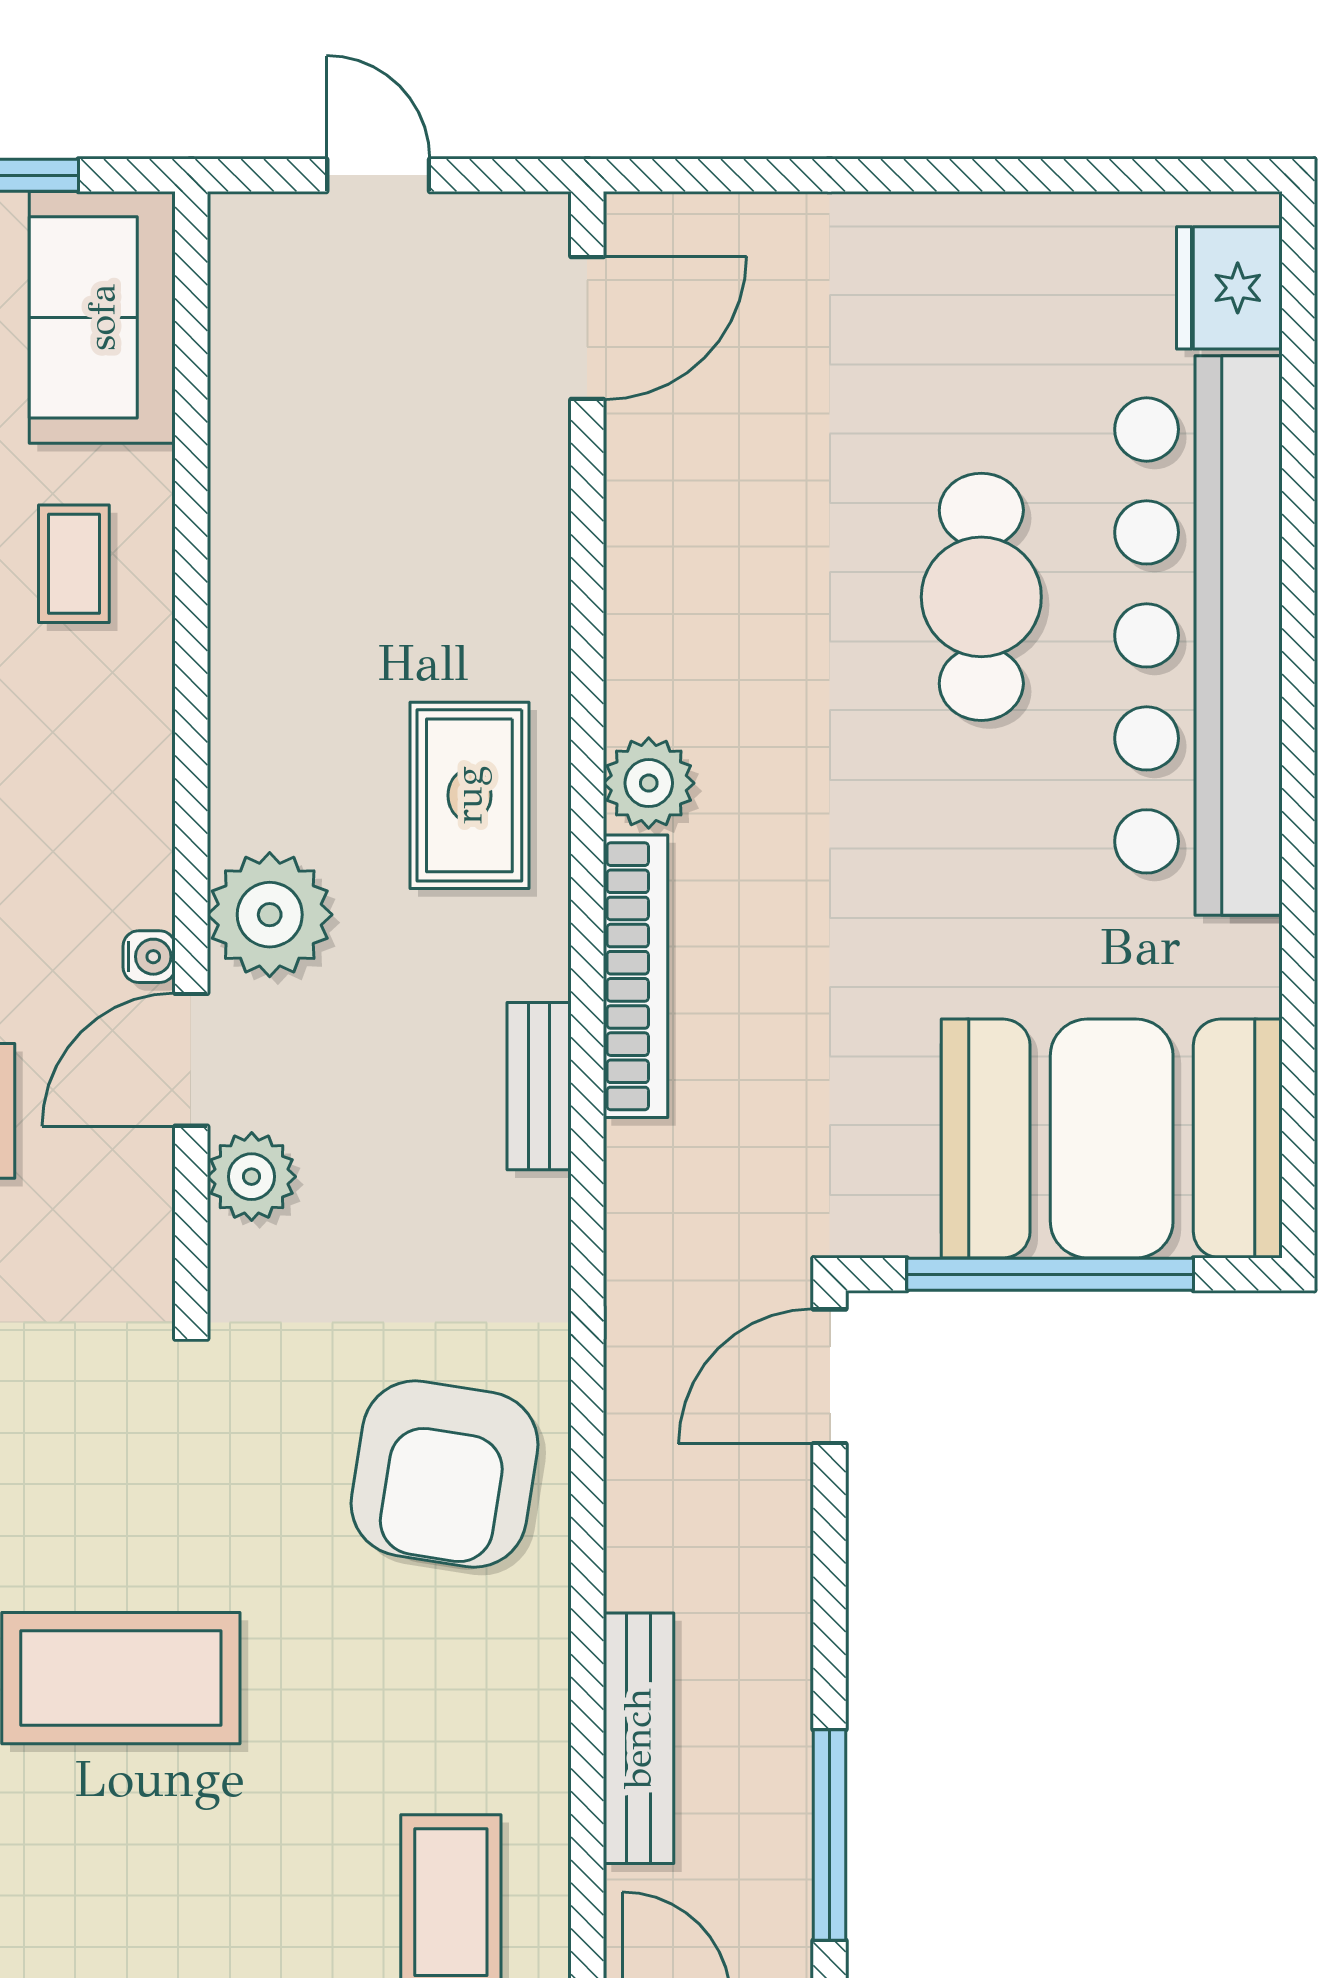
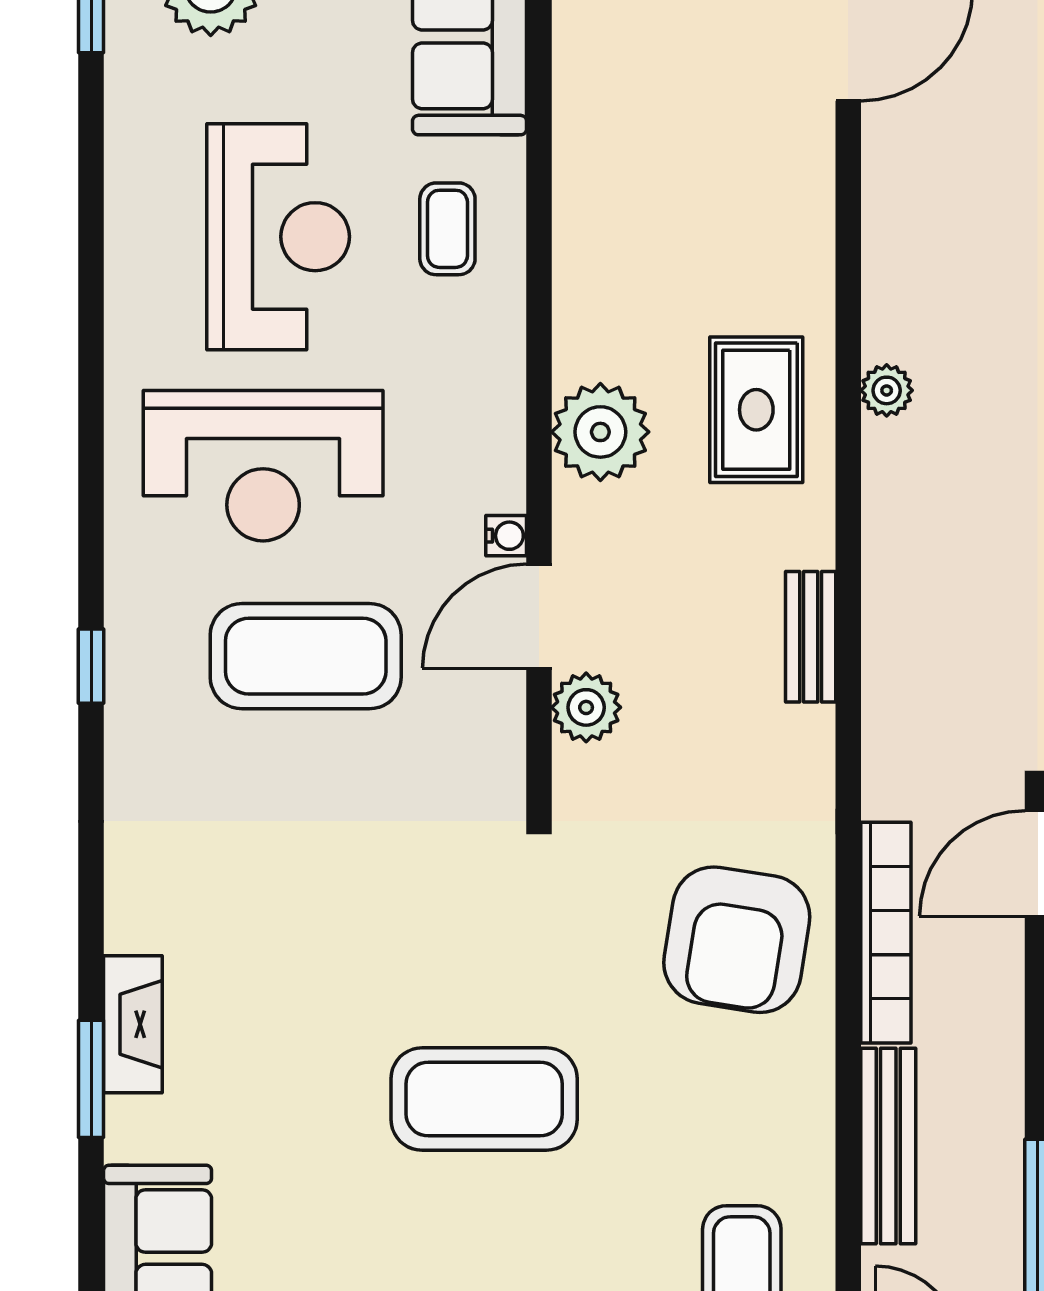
plant: (649, 783) -> (887, 390), width x0.73, depth x0.73
plant: (270, 915) -> (600, 432), moved
bookcase: (635, 976) -> (886, 933), moved

